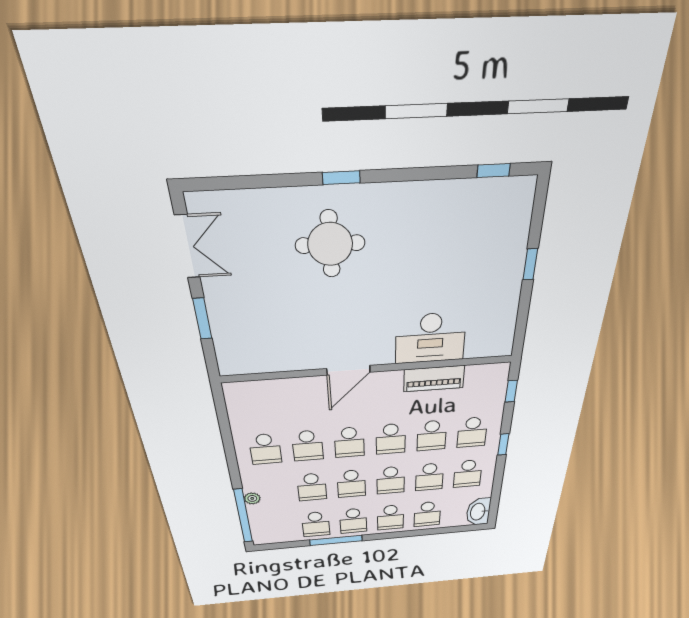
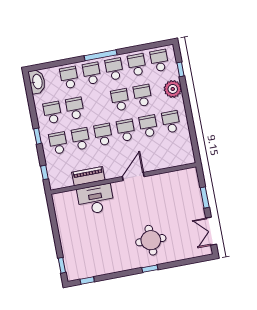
window: (530, 264) -> (62, 265), moved
school desk: (391, 480) -> (159, 61), moved
plant: (252, 498) -> (173, 89), width x1.87, depth x1.87
window: (243, 516) -> (180, 69), width x0.32
window: (336, 540) -> (101, 55), moved

